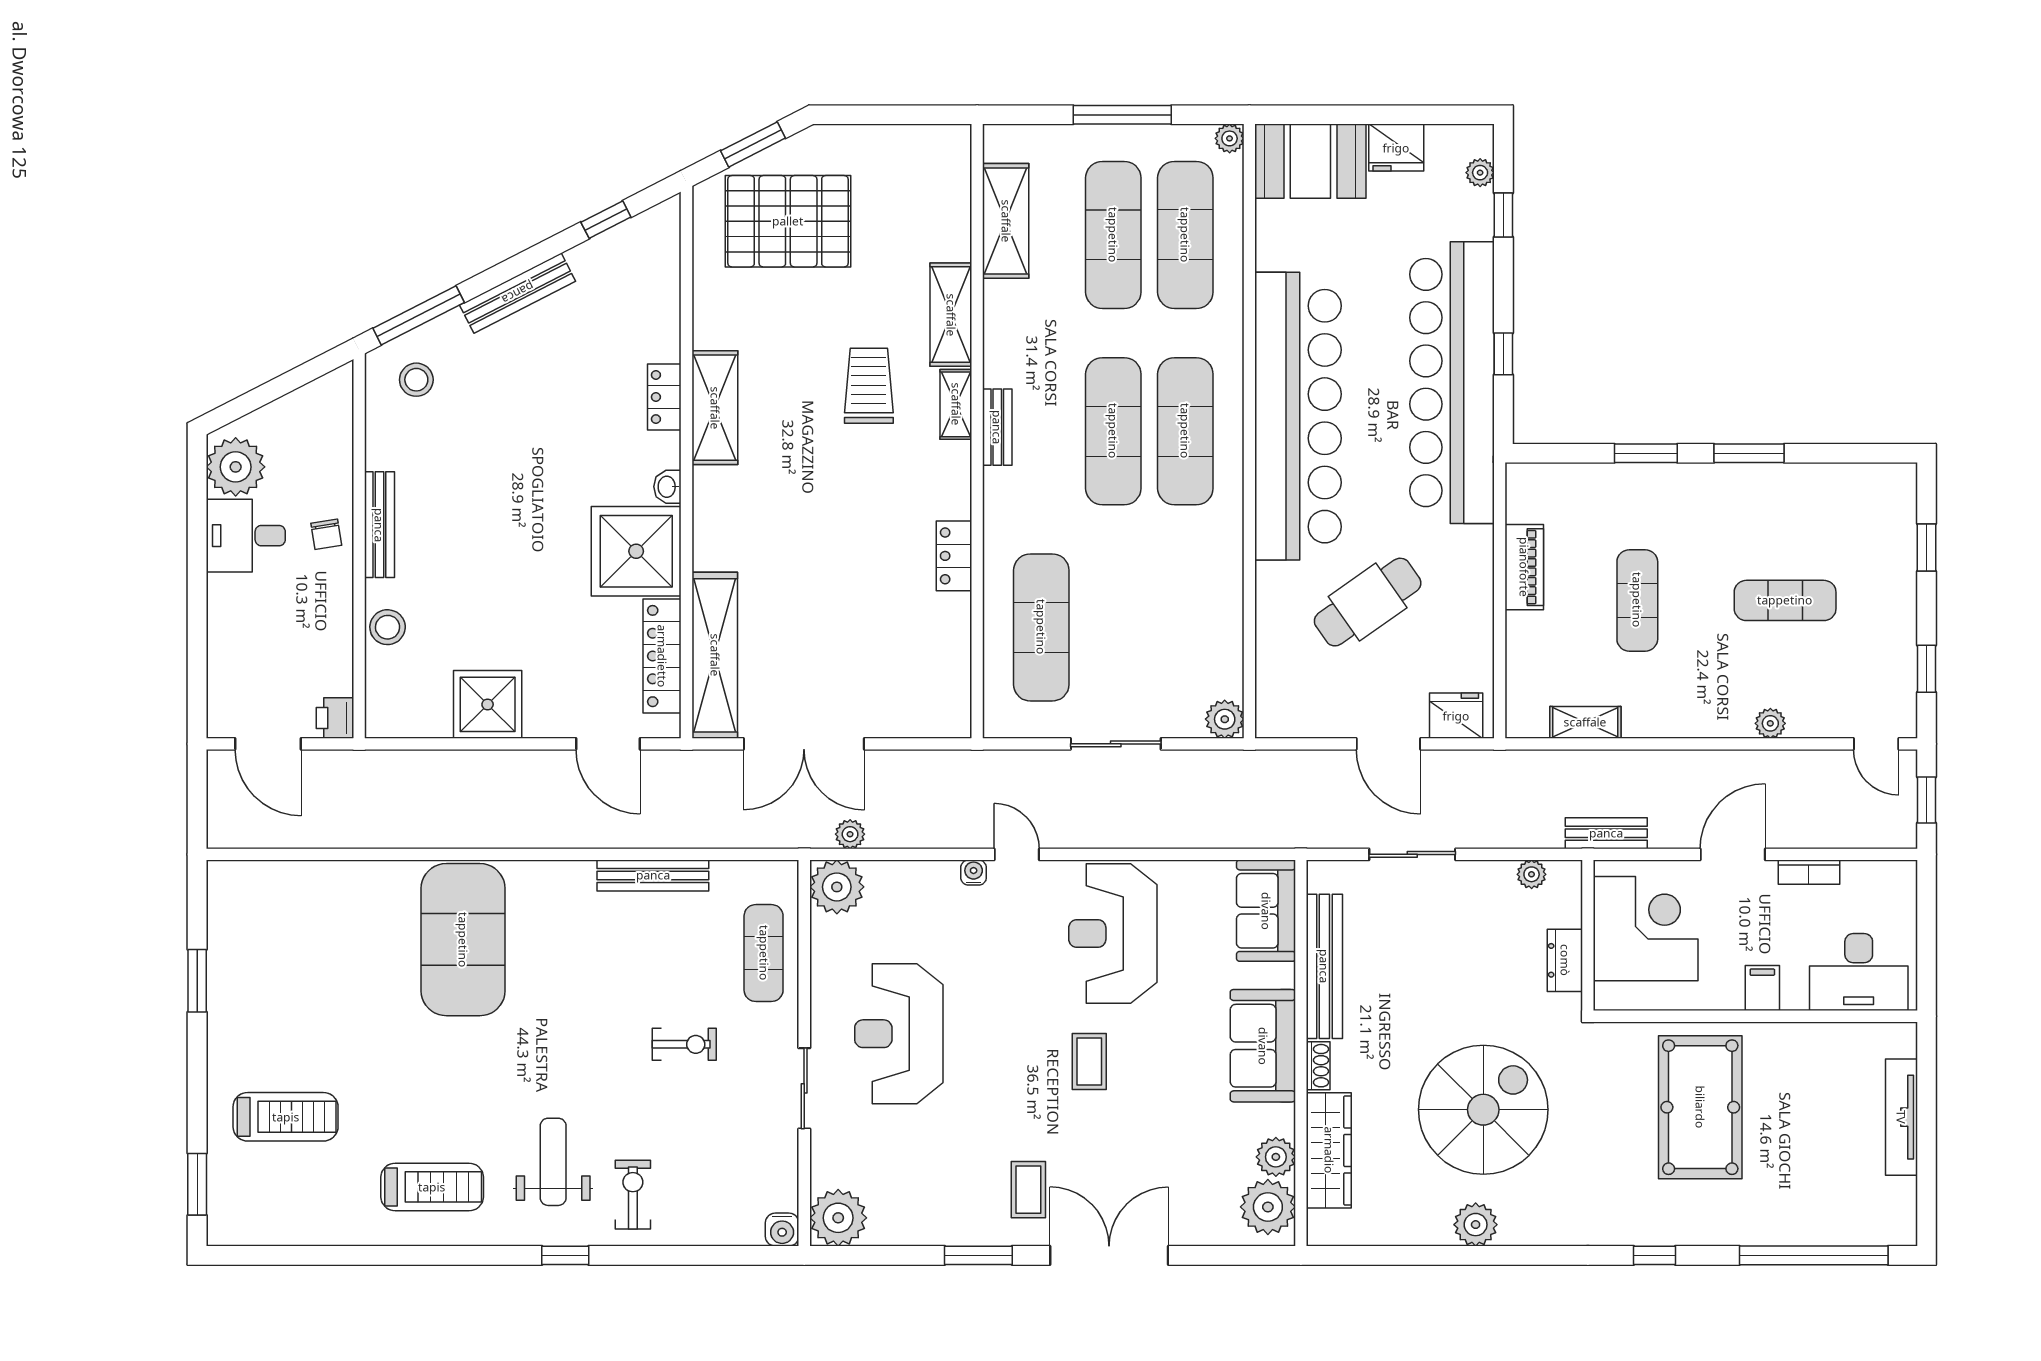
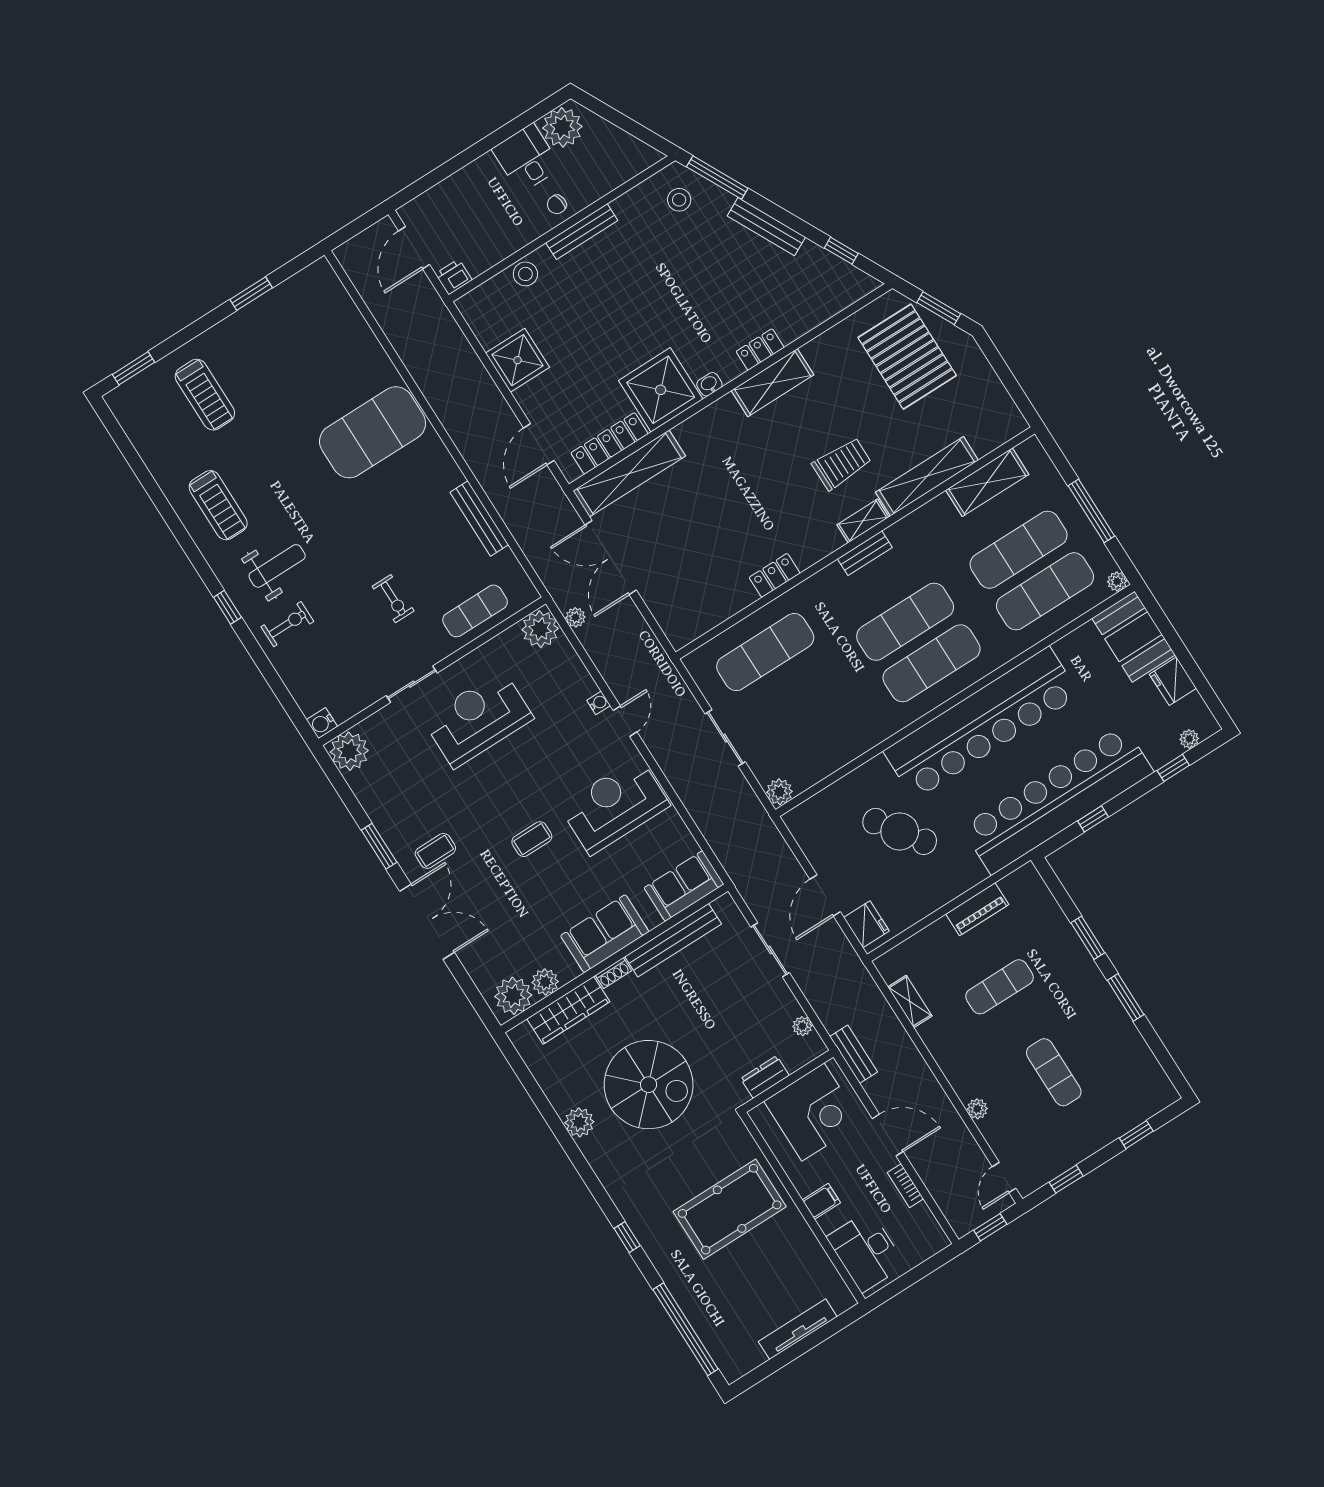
shelving: (951, 315) -> (927, 476), width x1.47

